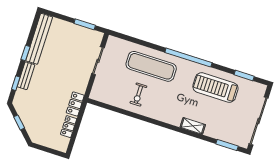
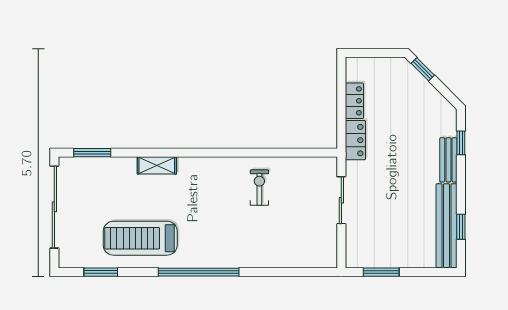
window: (25, 53) -> (461, 227), moved
sliding door: (98, 61) -> (341, 200), moved
exercise mat: (151, 66) -> (254, 239), removed
treadmill: (215, 88) -> (140, 238), turned 180
window: (19, 122) -> (423, 69), moved

